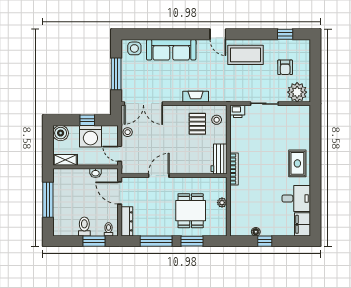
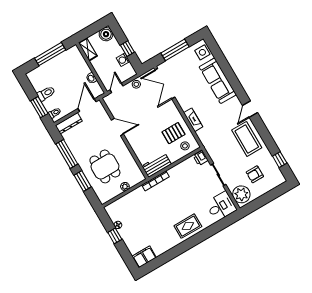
washing machine: (90, 136) -> (123, 60), width x0.53, depth x0.53
desk: (296, 198) -> (221, 206), moved, turned -90
dining table: (191, 211) -> (105, 166), turned 90

